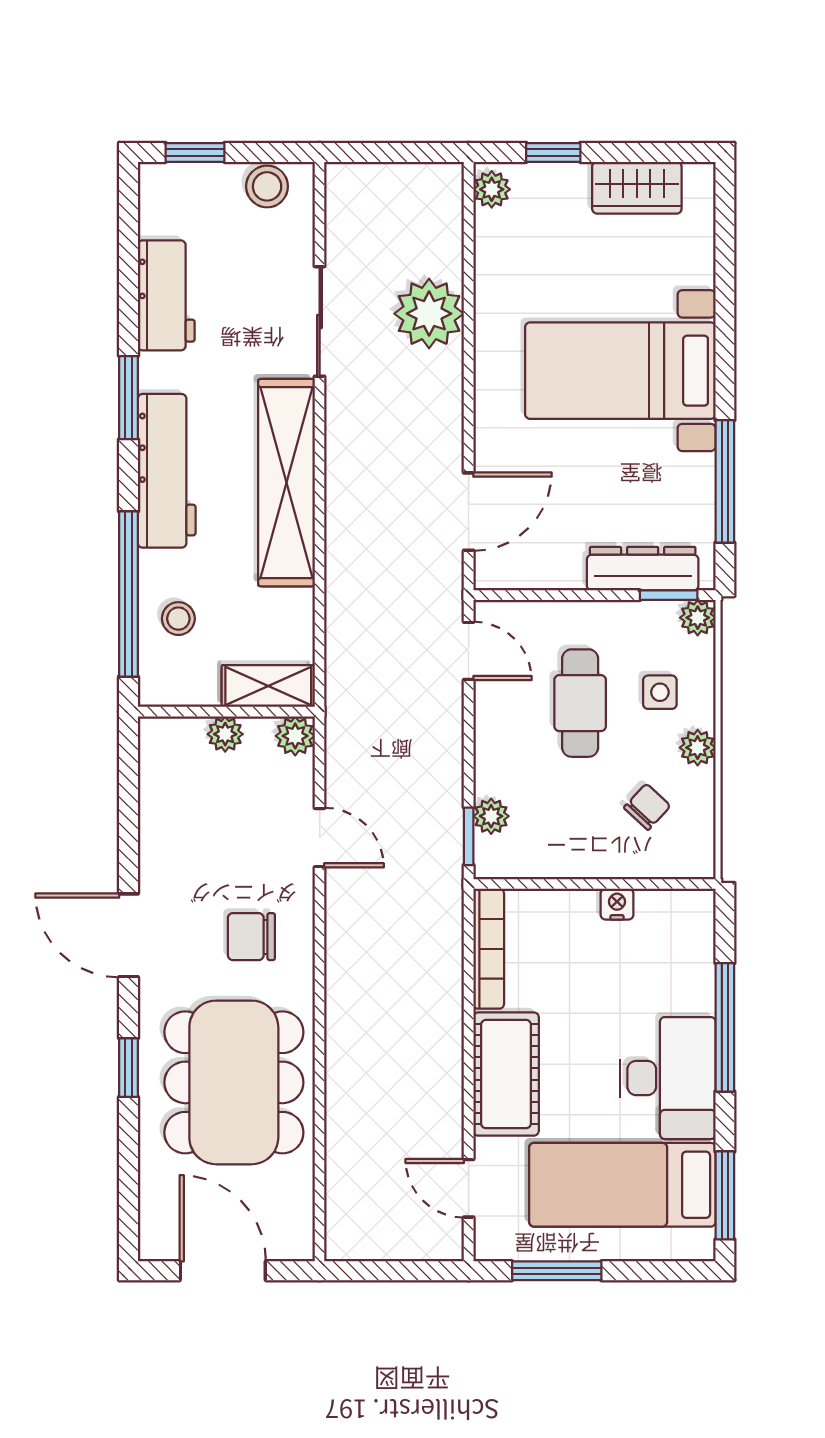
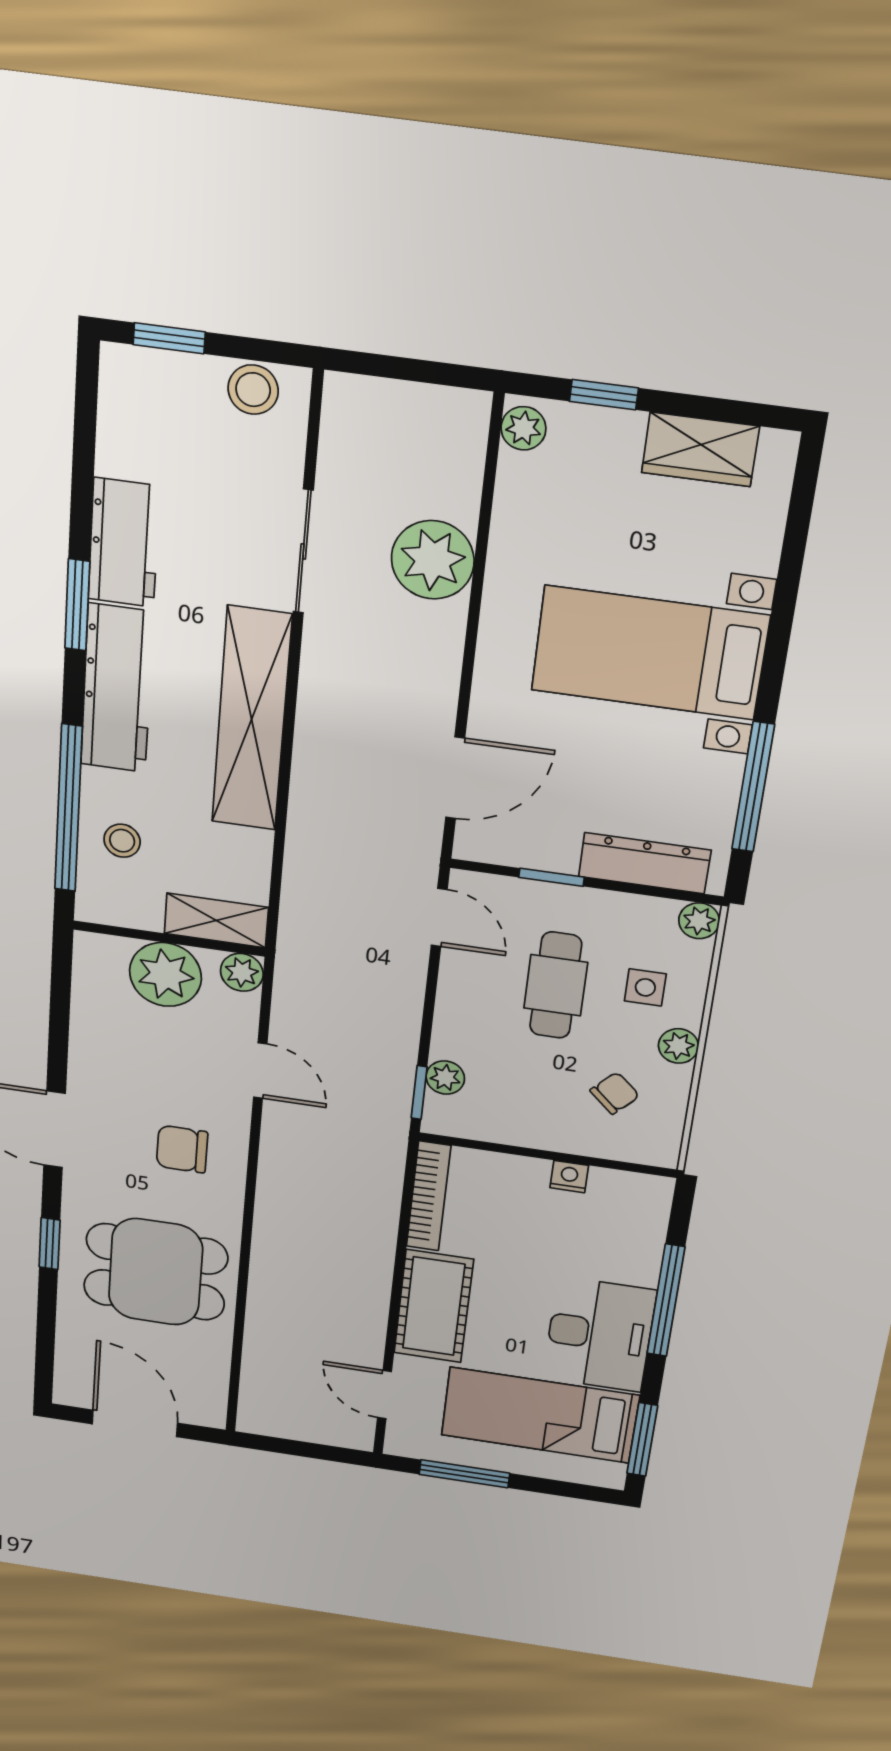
workbench: (166, 295) -> (124, 543), moved
window: (669, 595) -> (551, 877), moved
plant: (225, 734) -> (165, 975), width x1.88, depth x1.88
dining table: (234, 1082) -> (156, 1272), width x0.73

